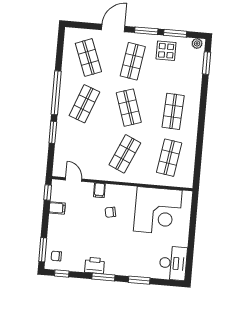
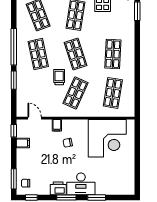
shop shelf: (84, 104) -> (38, 54), turned -33
trolley: (107, 133) -> (59, 77), added
desk: (173, 263) -> (81, 184), moved, turned 90

